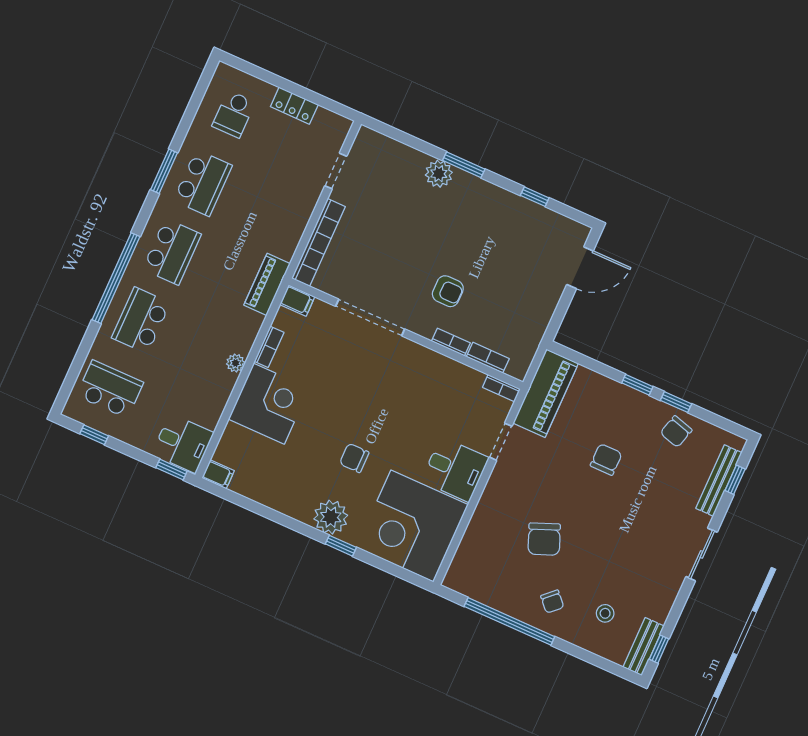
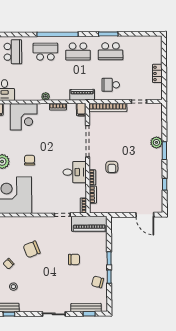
school desk: (234, 114) -> (111, 85), moved
corner desk: (269, 404) -> (24, 117), moved
desk: (455, 469) -> (75, 172), moved, turned -90

